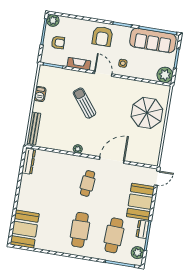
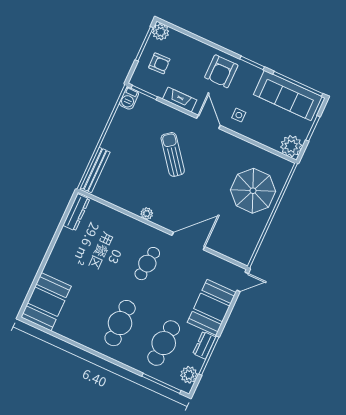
barbecue: (40, 94) -> (129, 98), moved

